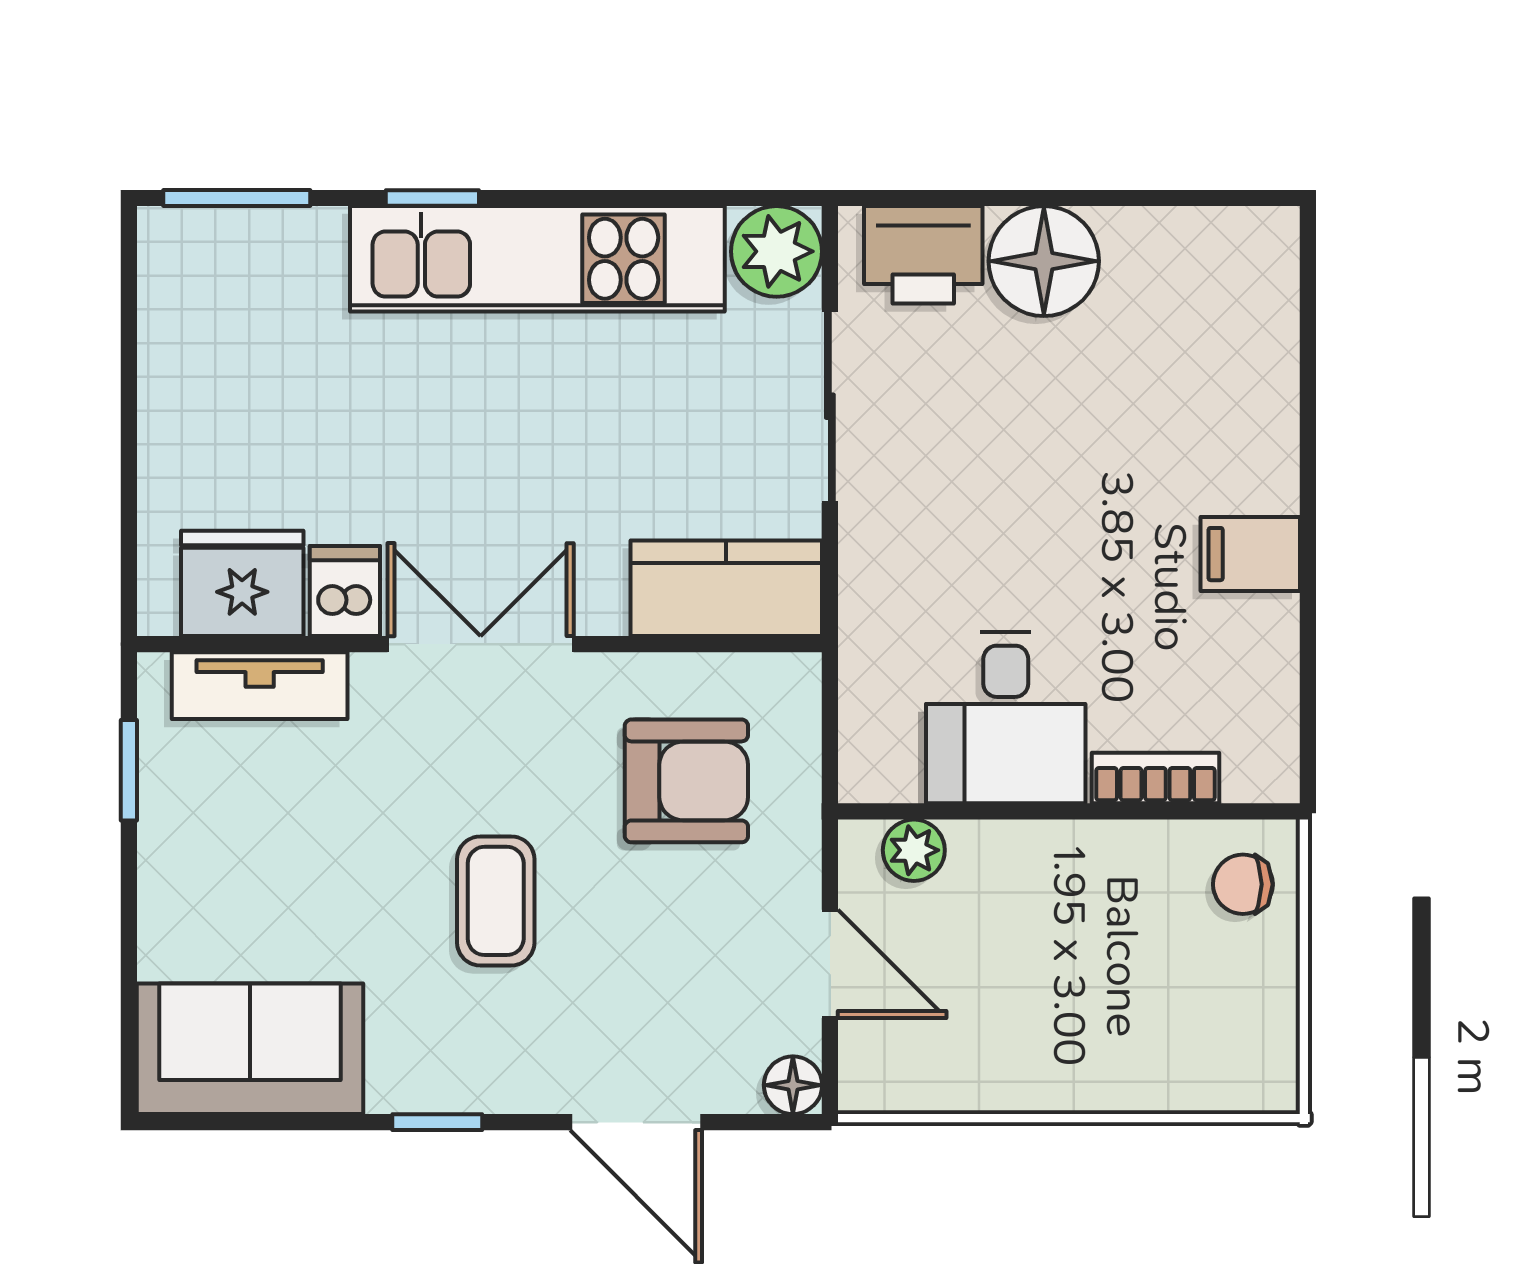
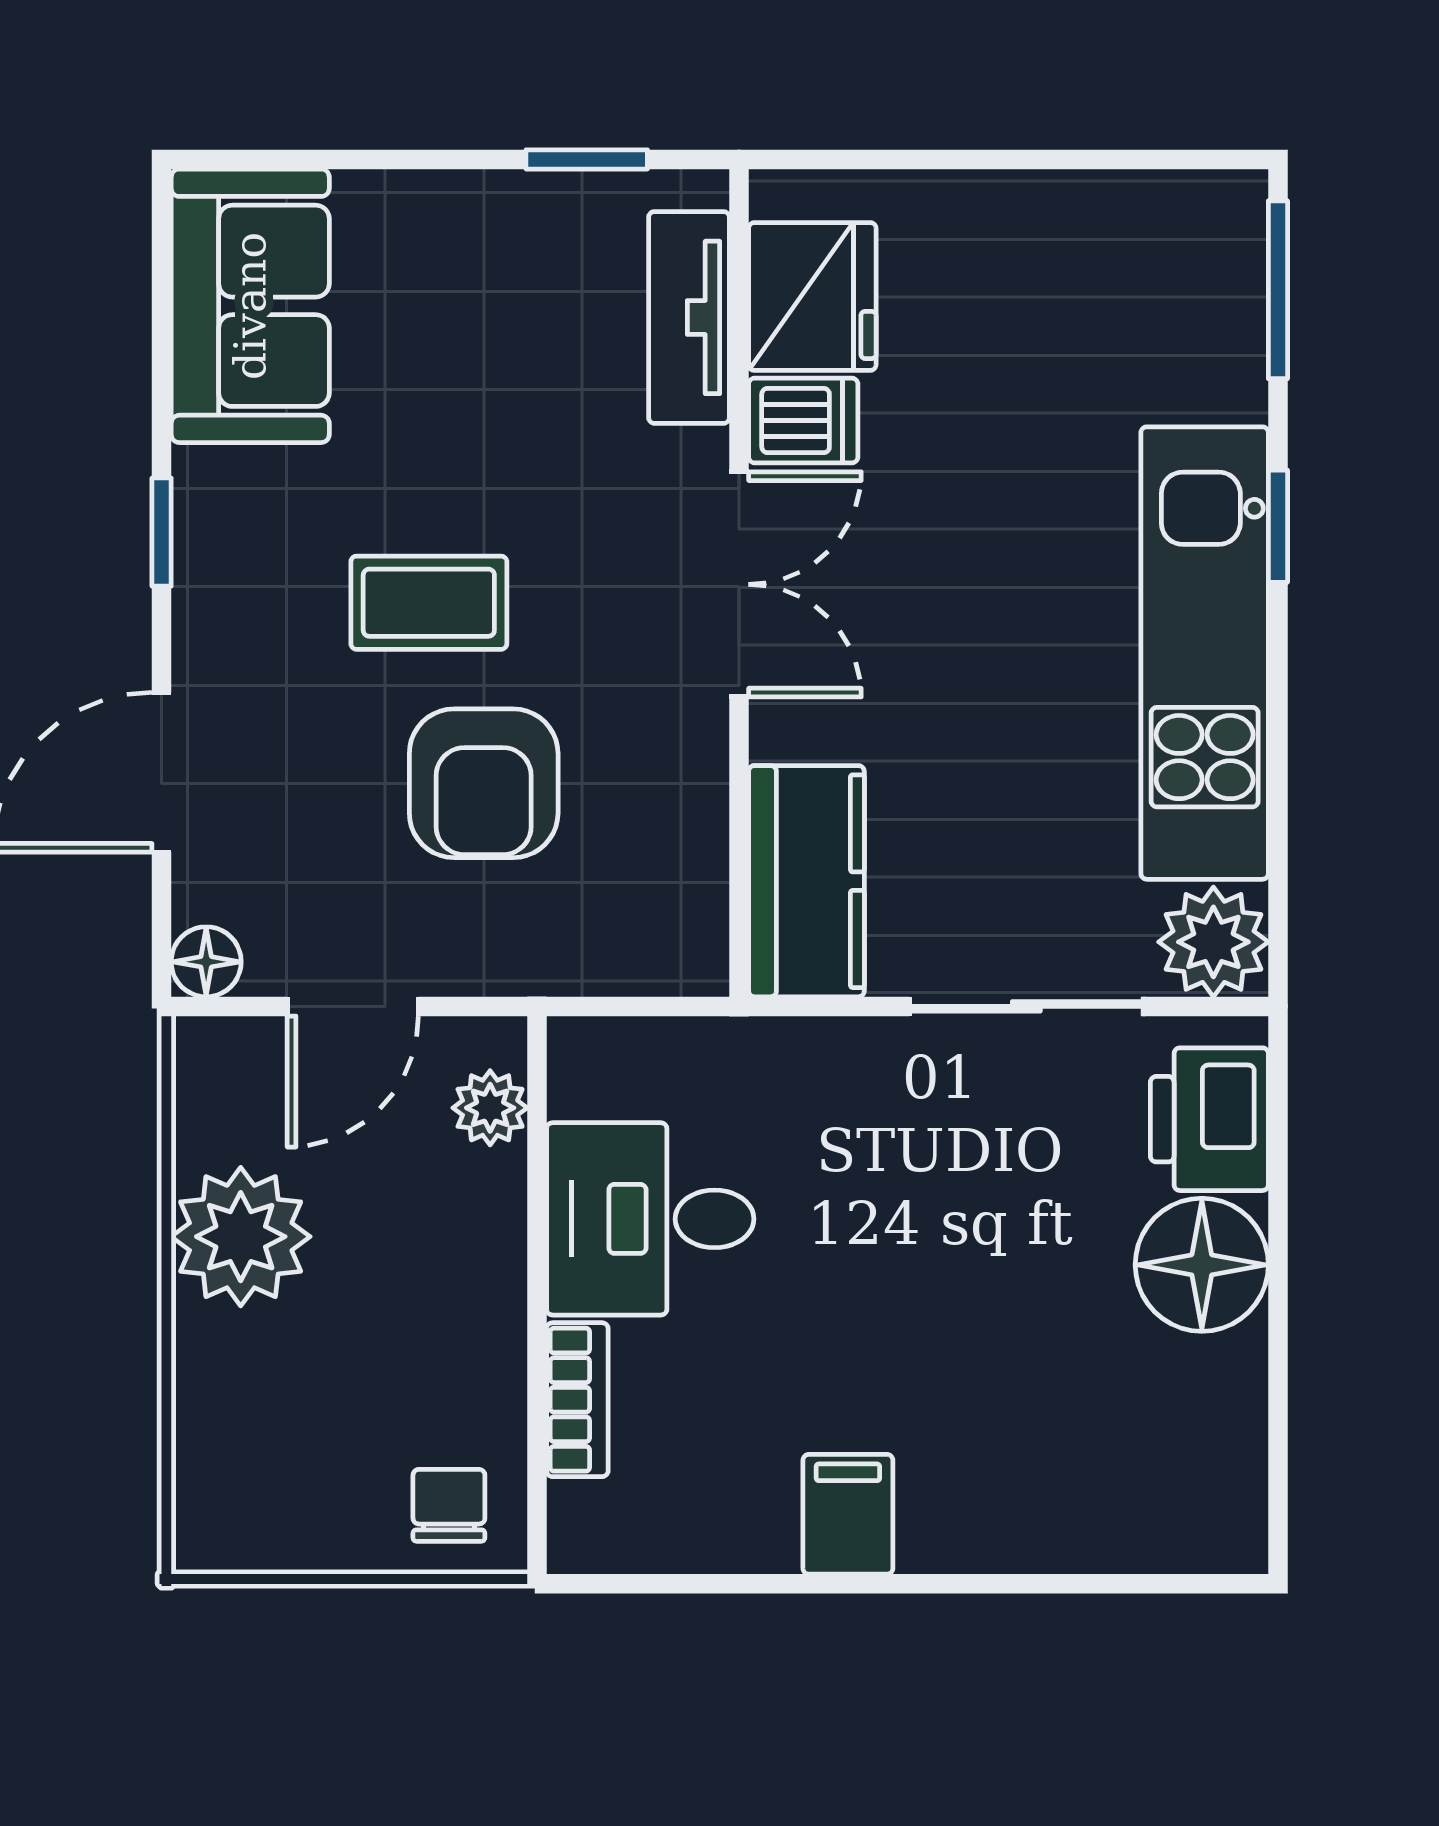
armchair: (686, 781) -> (484, 783), moved
plant: (1020, 1057) -> (241, 1237), added

